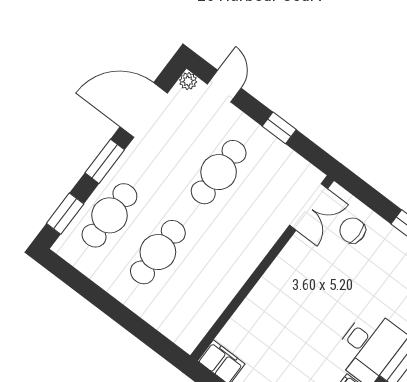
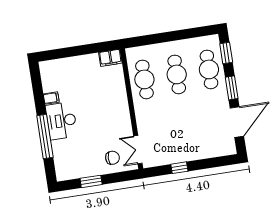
plant: (188, 81) -> (232, 150), removed
door: (224, 86) -> (216, 162), removed
cafe table: (219, 172) -> (144, 79), moved

